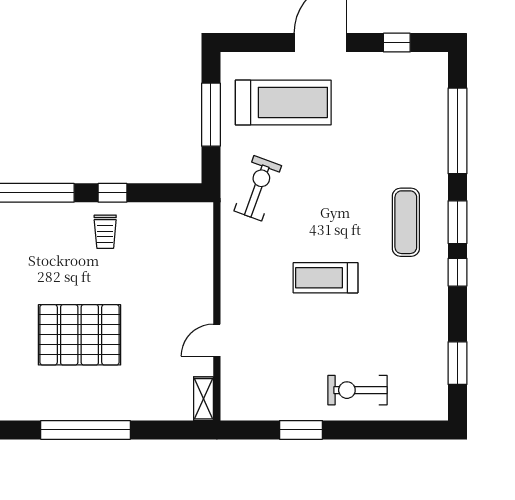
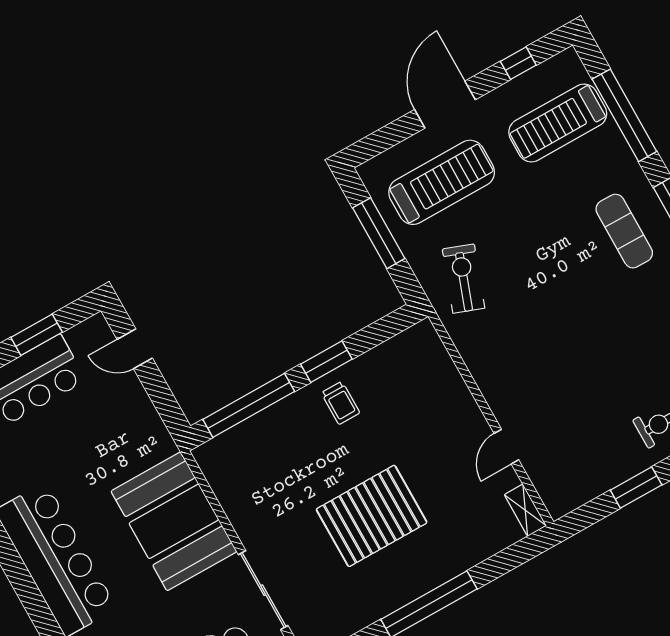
window: (113, 193) -> (326, 362), width x1.50
treadmill: (325, 278) -> (558, 123), moved, width x1.37, depth x1.38

